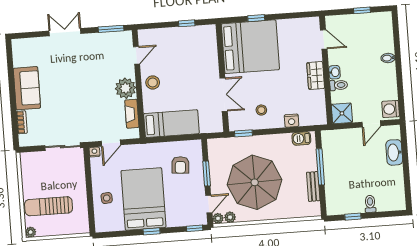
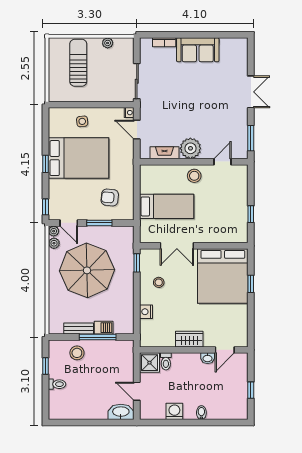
door: (136, 55) -> (222, 162), swing flipped
washbasin: (334, 72) -> (208, 358), moved
toilet: (339, 85) -> (166, 361), moved
washing machine: (391, 109) -> (174, 411), moved
bed: (171, 124) -> (167, 206), moved, turned -90
barbecue: (301, 138) -> (104, 328), moved, turned 90
washbasin: (394, 152) -> (121, 412), moved
stool: (338, 186) -> (77, 353), added
plant: (31, 232) -> (108, 43), moved

